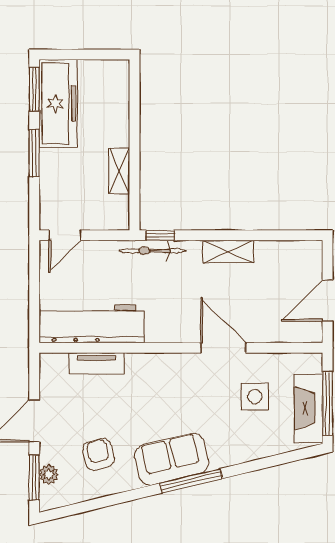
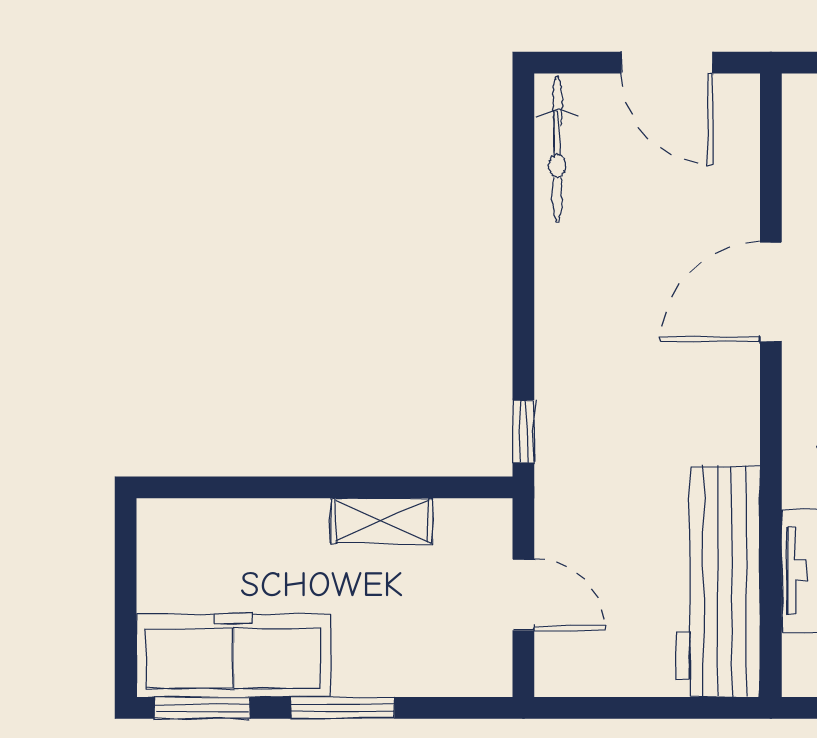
door: (65, 235) -> (523, 595), moved
bicycle: (152, 251) -> (557, 149), moved
shelving: (228, 252) -> (559, 281), removed

